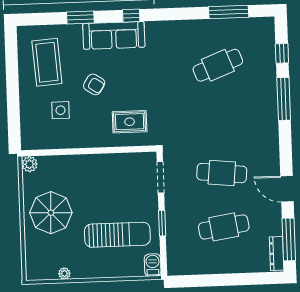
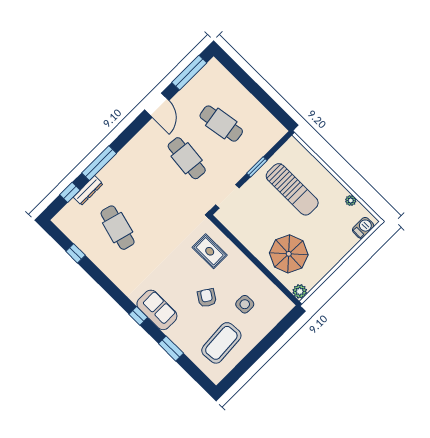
window: (229, 12) -> (76, 253), width x0.46
sofa: (114, 35) -> (157, 310), width x0.73
cafe table: (218, 65) -> (118, 228), turned 36
parasol: (51, 213) -> (289, 254), moved
sun lounger: (117, 235) -> (292, 189), turned 180
dresser: (277, 254) -> (88, 190), moved
barbecue: (153, 265) -> (363, 228), moved, turned 180

